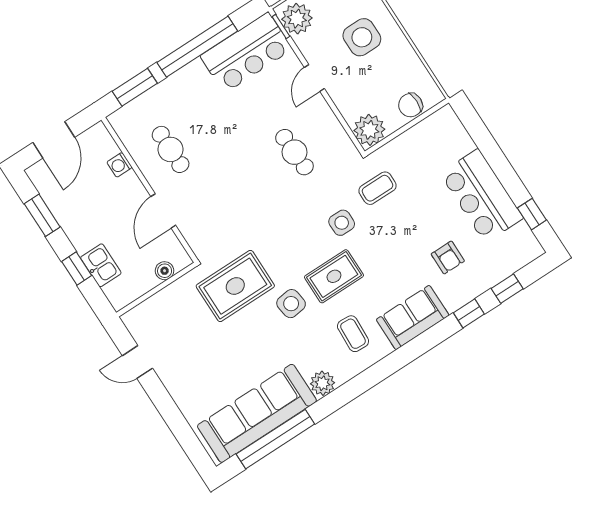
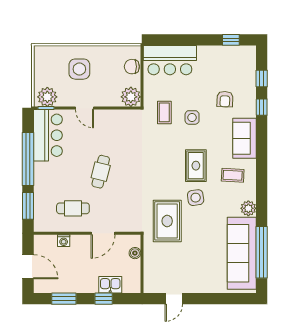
chair: (411, 105) -> (132, 67), turned 90
cafe table: (294, 152) -> (101, 172), moved, turned -74
bar counter: (482, 196) -> (170, 60), moved
door: (163, 211) -> (103, 233), hinge flipped
side table: (342, 223) -> (192, 117), moved
armchair: (448, 257) -> (225, 99), turned 92

